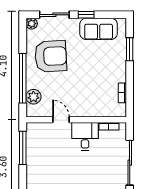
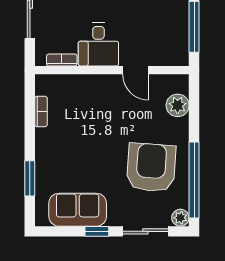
armchair: (51, 56) -> (151, 168), turned 97
window: (23, 78) -> (194, 180), moved

